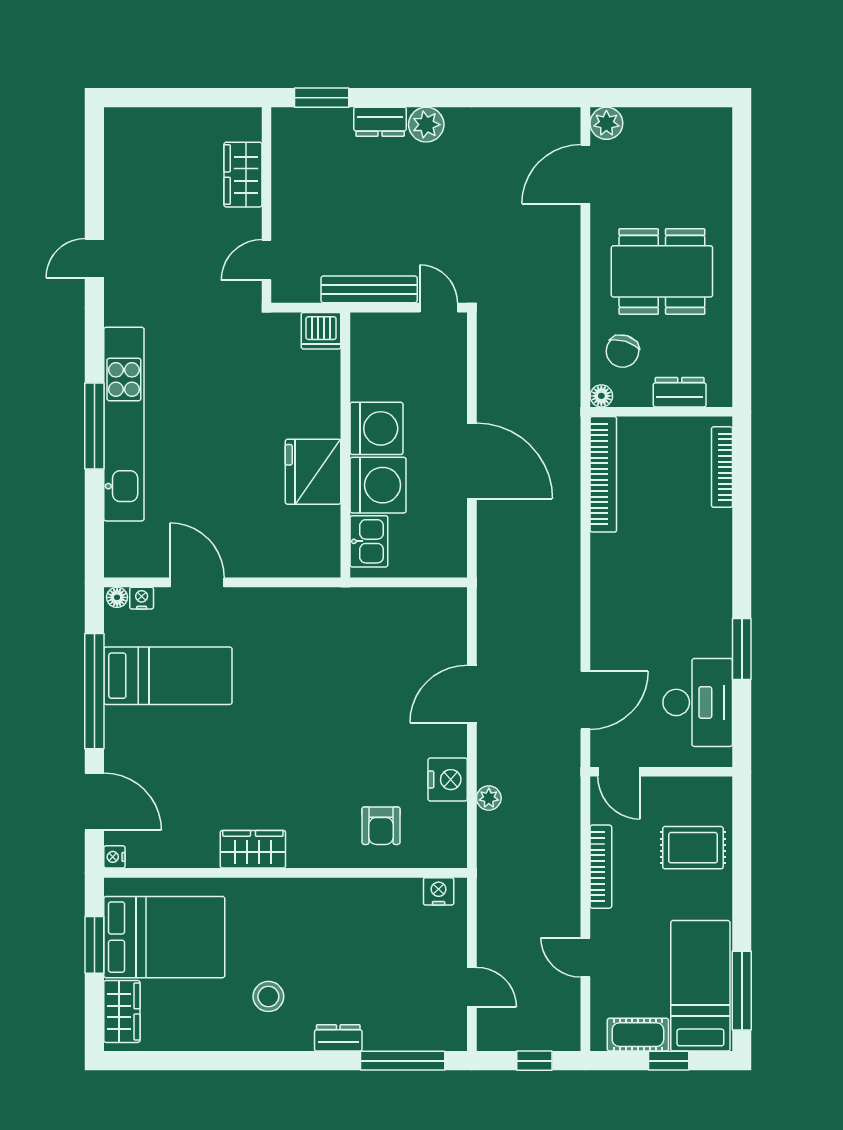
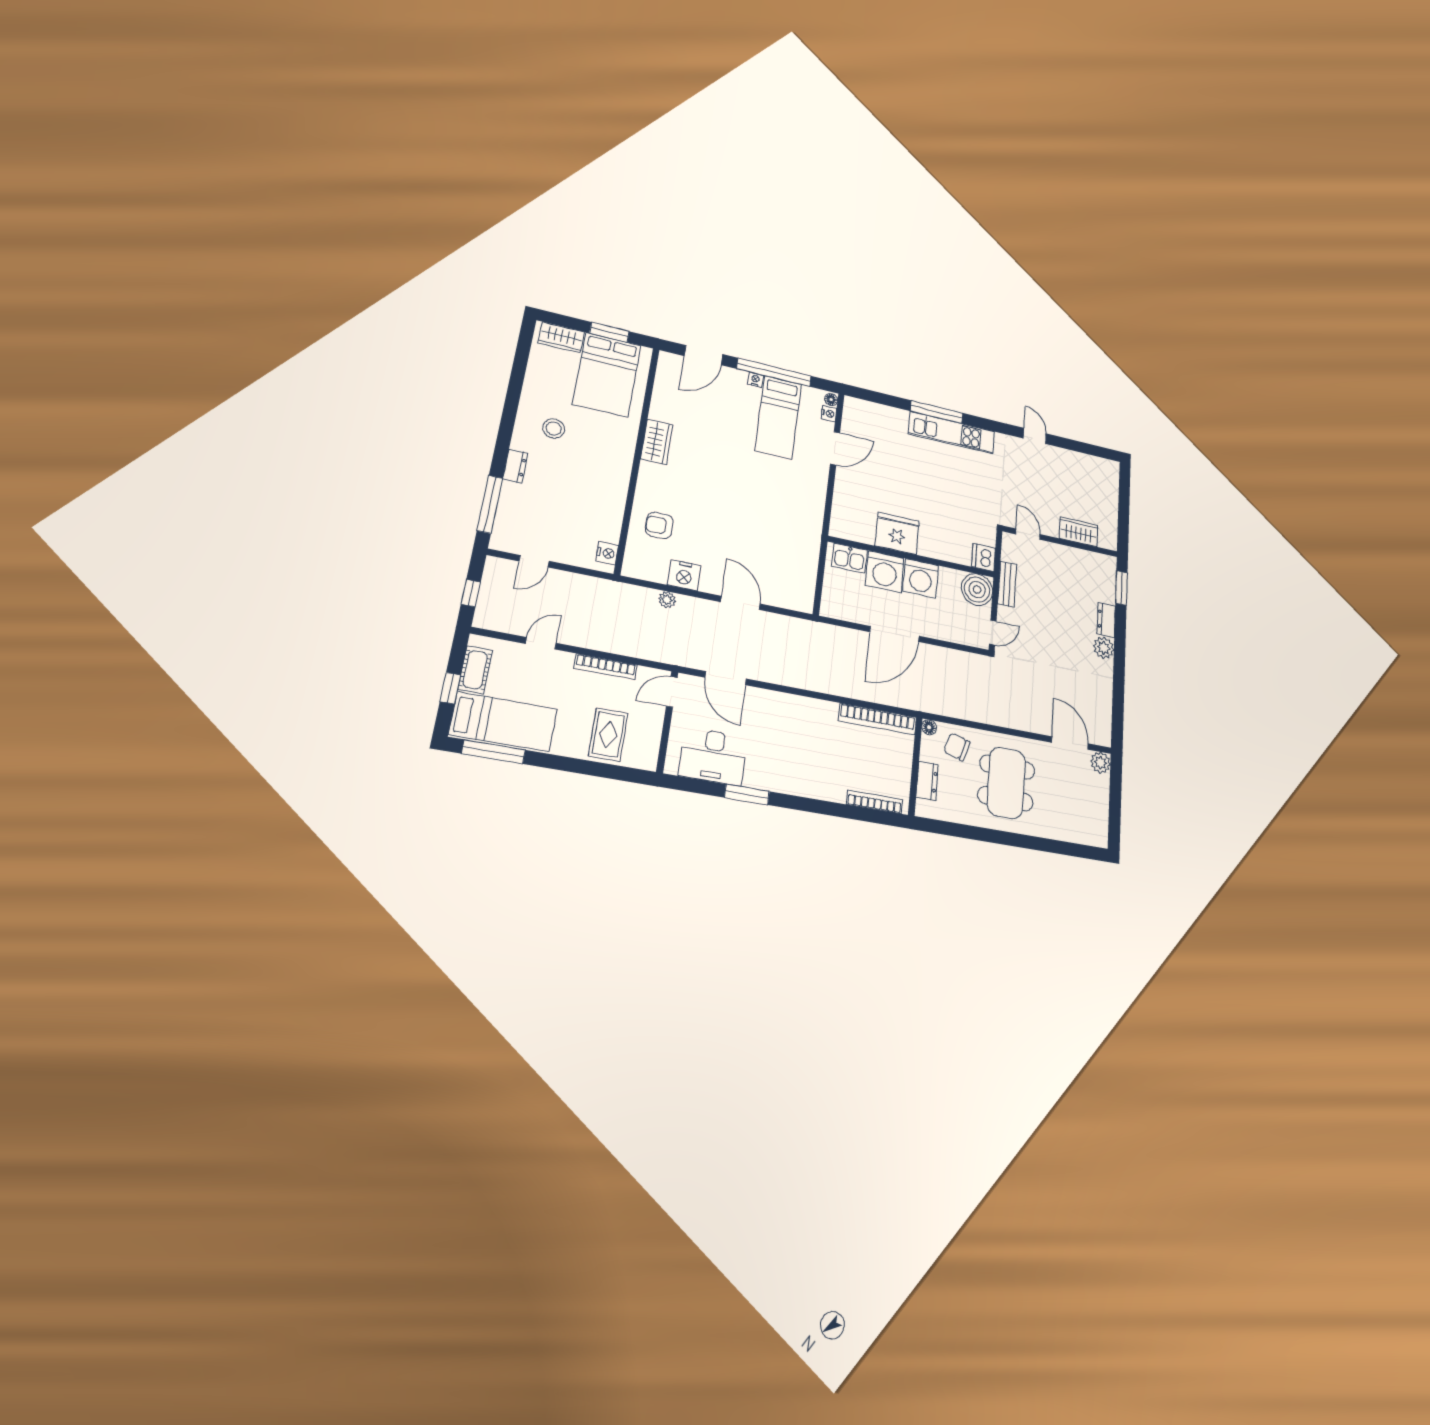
bench: (369, 289) -> (1007, 584), width x0.73
boiler: (375, 337) -> (977, 590), added
kitchen unit: (124, 424) -> (952, 433), width x0.73
nightstand: (114, 857) -> (755, 380), moved

